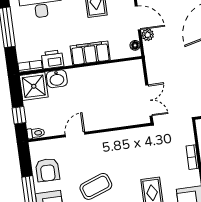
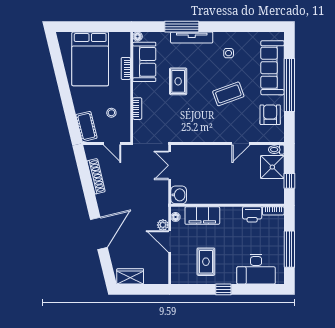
filing cabinet: (90, 53) -> (202, 216), moved
washbasin: (57, 79) -> (179, 195), moved, turned 90
shower: (34, 86) -> (272, 167), moved
window: (19, 115) -> (289, 181), moved

